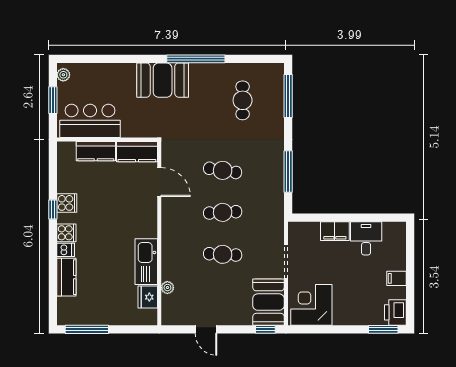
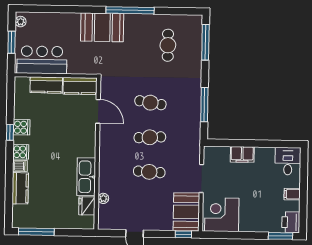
desk: (366, 238) -> (288, 161), moved

